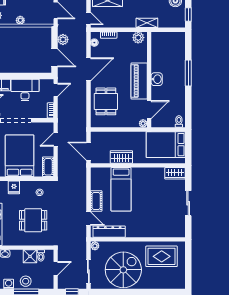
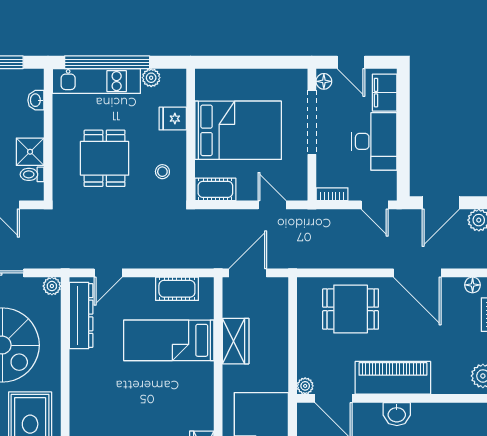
cot: (96, 201) -> (177, 289), moved

